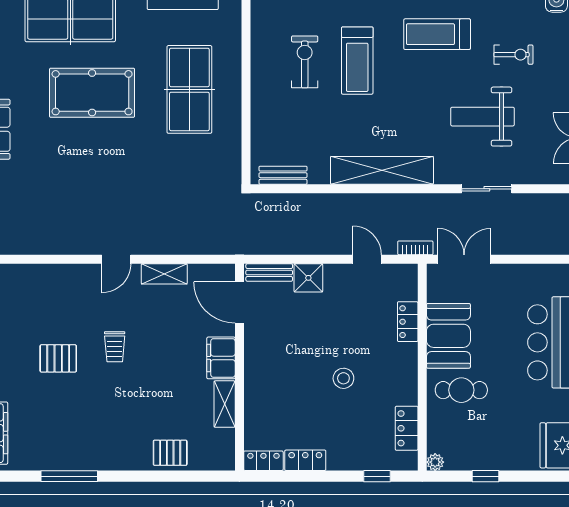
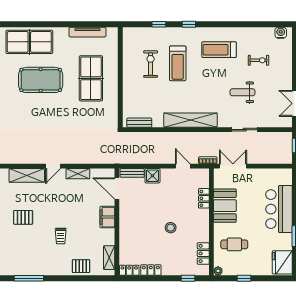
weight bench: (482, 117) -> (242, 92), width x0.73, depth x0.75
shelving: (65, 277) -> (27, 175), added
trolley: (115, 347) -> (61, 236), moved
cafe table: (461, 390) -> (234, 244), moved
shelving: (225, 404) -> (109, 258), moved

